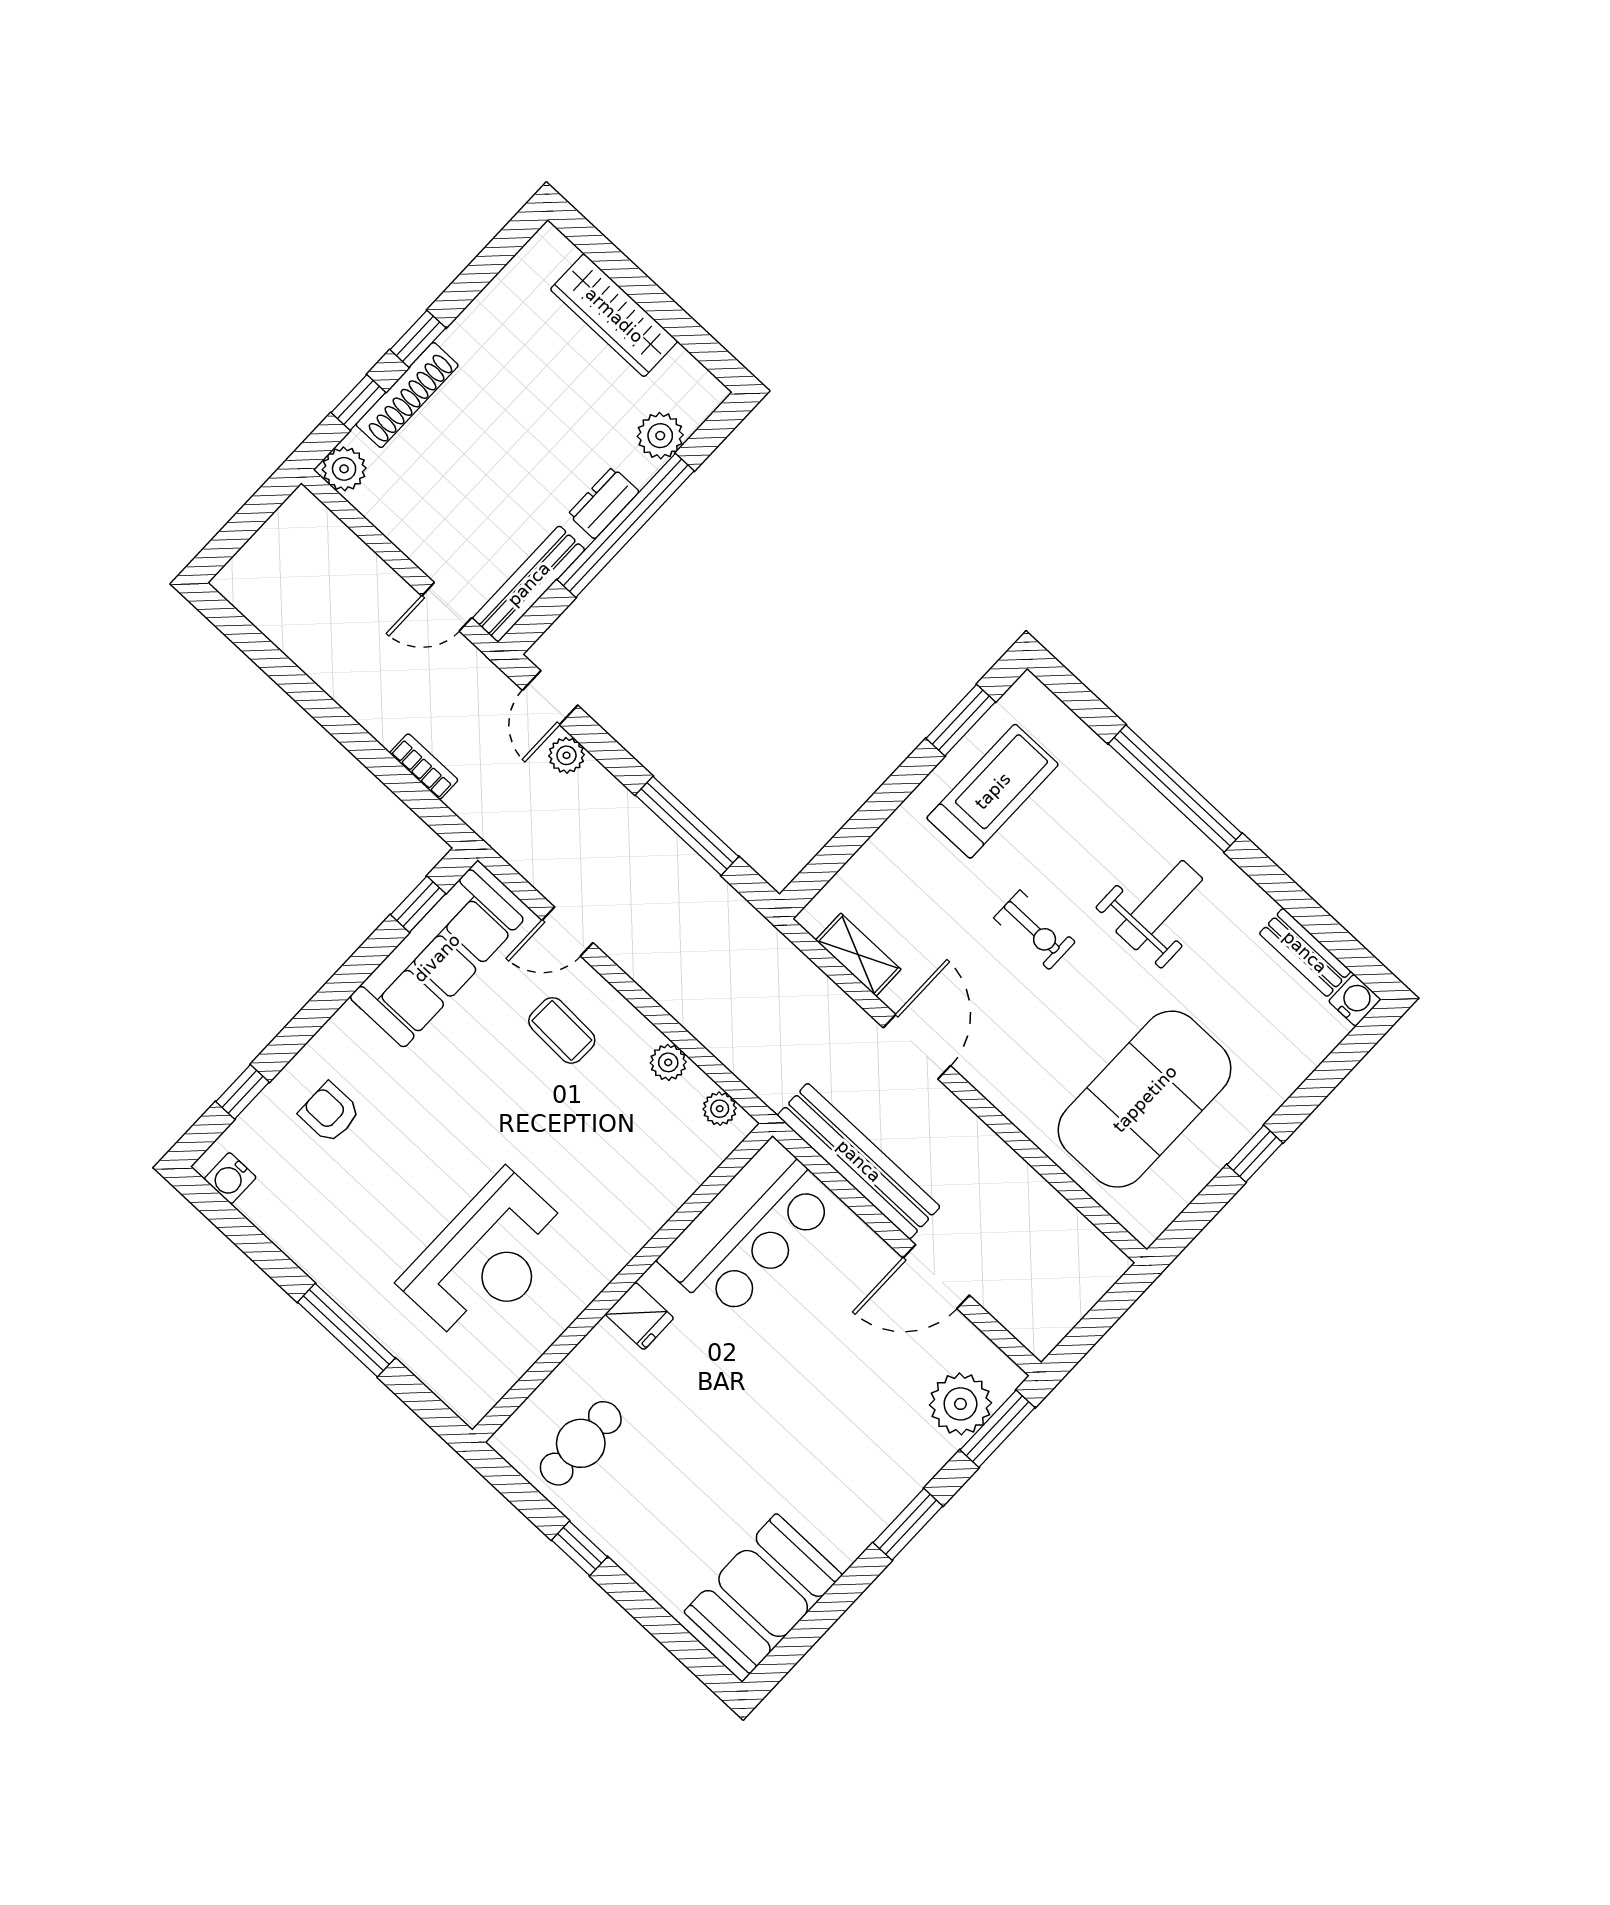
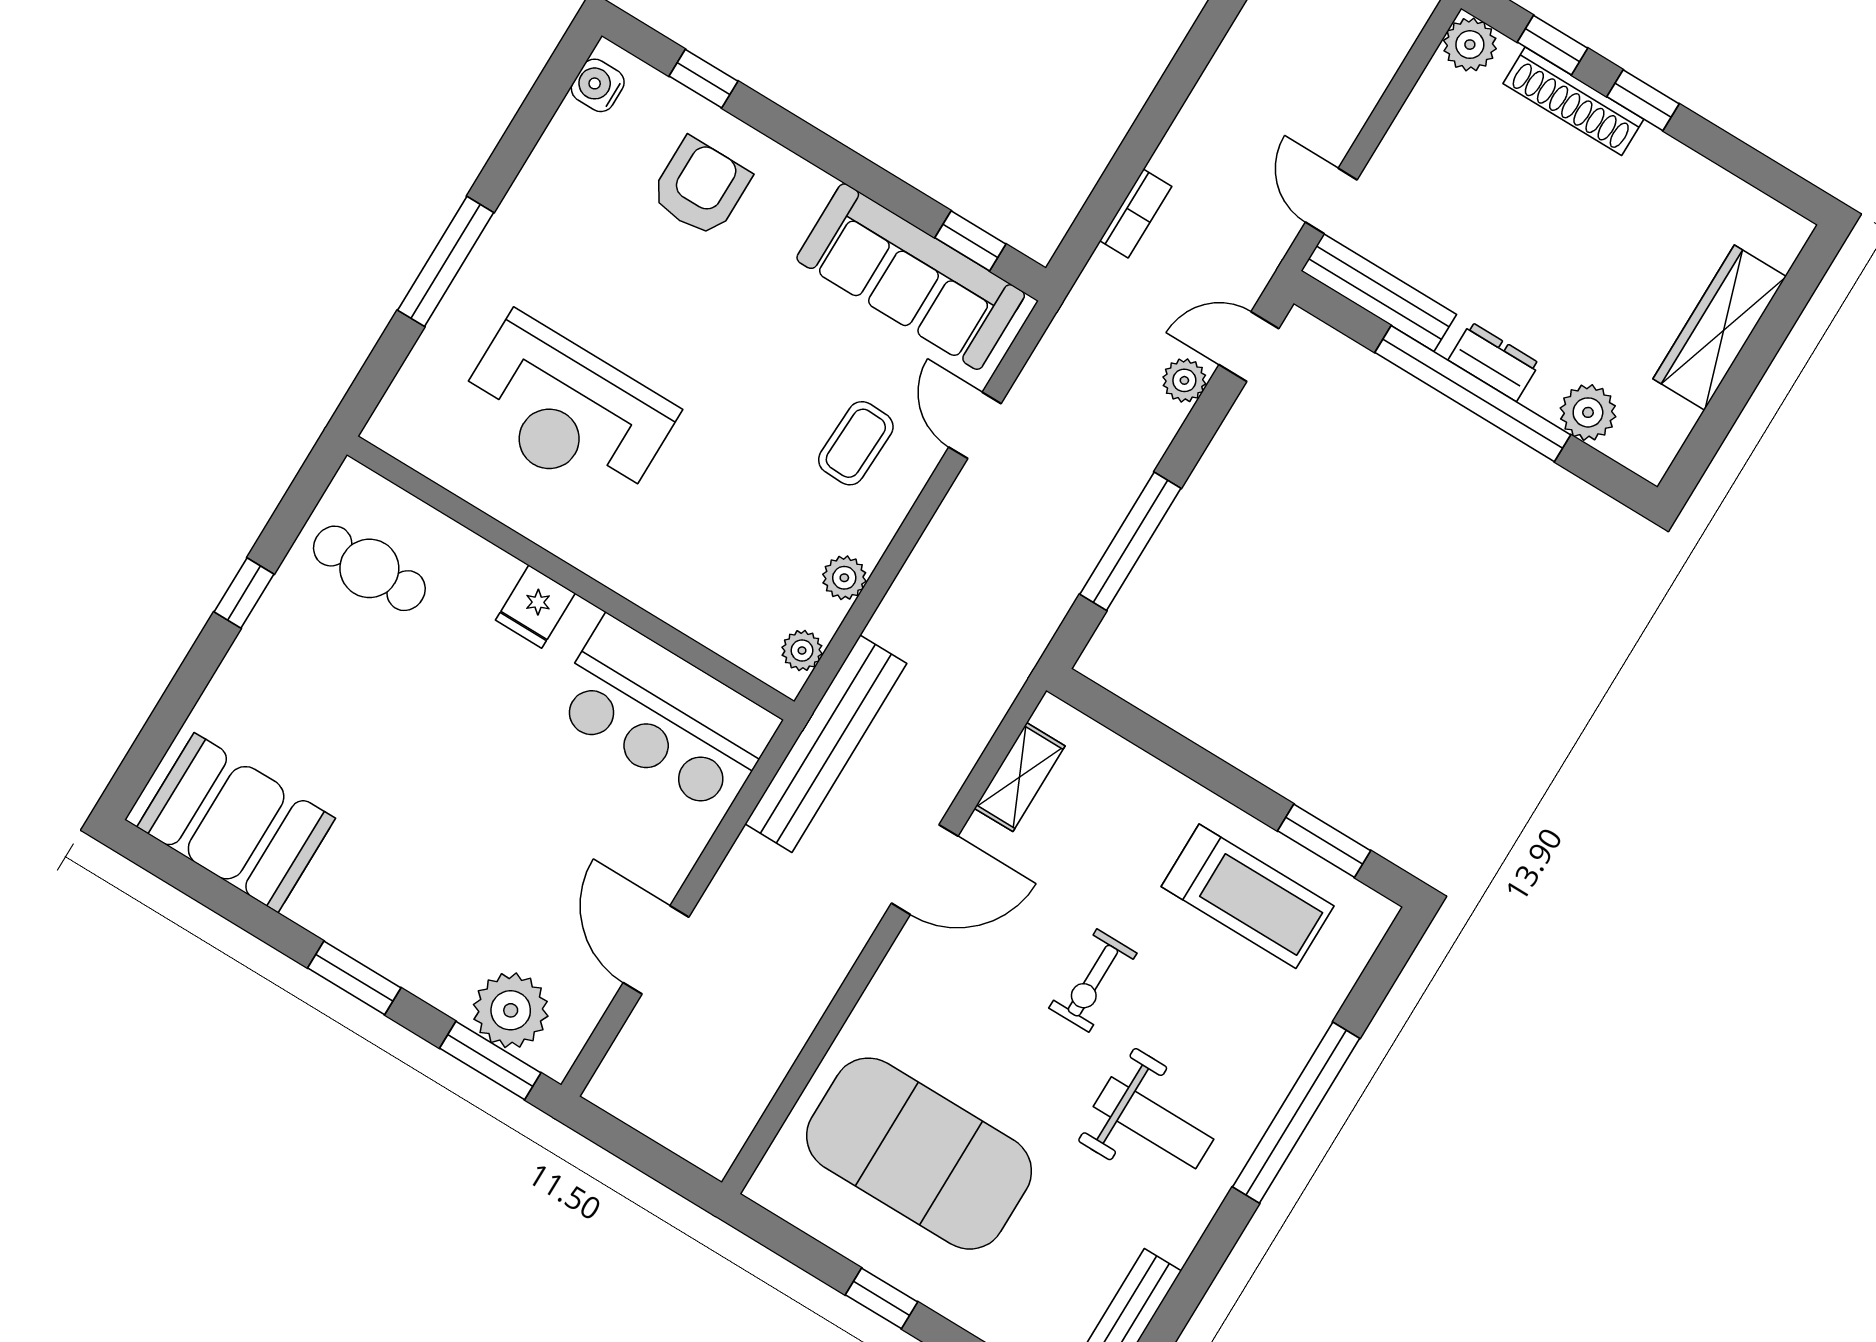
armchair: (330, 1113) -> (700, 187), width x1.38, depth x1.38
bench: (859, 1161) -> (826, 744), moved

